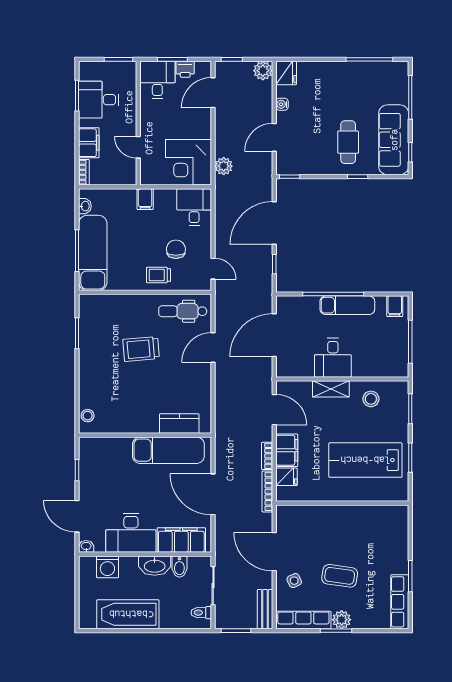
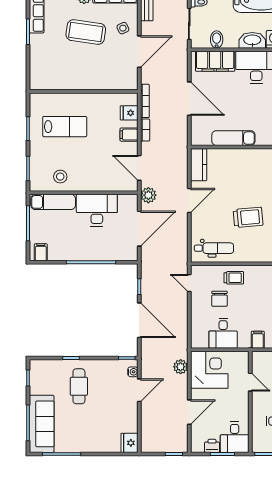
plant: (263, 71) -> (148, 195), moved
door: (213, 93) -> (189, 412), moved
water cooler: (282, 104) -> (133, 372), moved
sofa: (394, 140) -> (42, 424), moved
filing cabinet: (145, 199) -> (258, 340), moved
desk: (194, 207) -> (223, 333), moved
door: (274, 223) -> (139, 320), hinge flipped
exam couch: (347, 305) -> (53, 202), moved, turned 180
door: (213, 348) -> (189, 201), moved
desk: (333, 358) -> (97, 210), width x1.37
shelving: (331, 389) -> (93, 185), removed
kitchen counter: (179, 424) -> (199, 165), moved, turned -90
exam couch: (168, 450) -> (233, 138), width x0.73, depth x0.69
filing cabinet: (287, 450) -> (129, 135), width x0.50
lab bench: (365, 460) -> (65, 127), width x0.73, depth x0.72
door: (274, 552) -> (139, 52), hinge flipped
washbasin: (155, 566) -> (252, 40), moved
coffee table: (340, 576) -> (86, 32), width x1.36, depth x1.32

